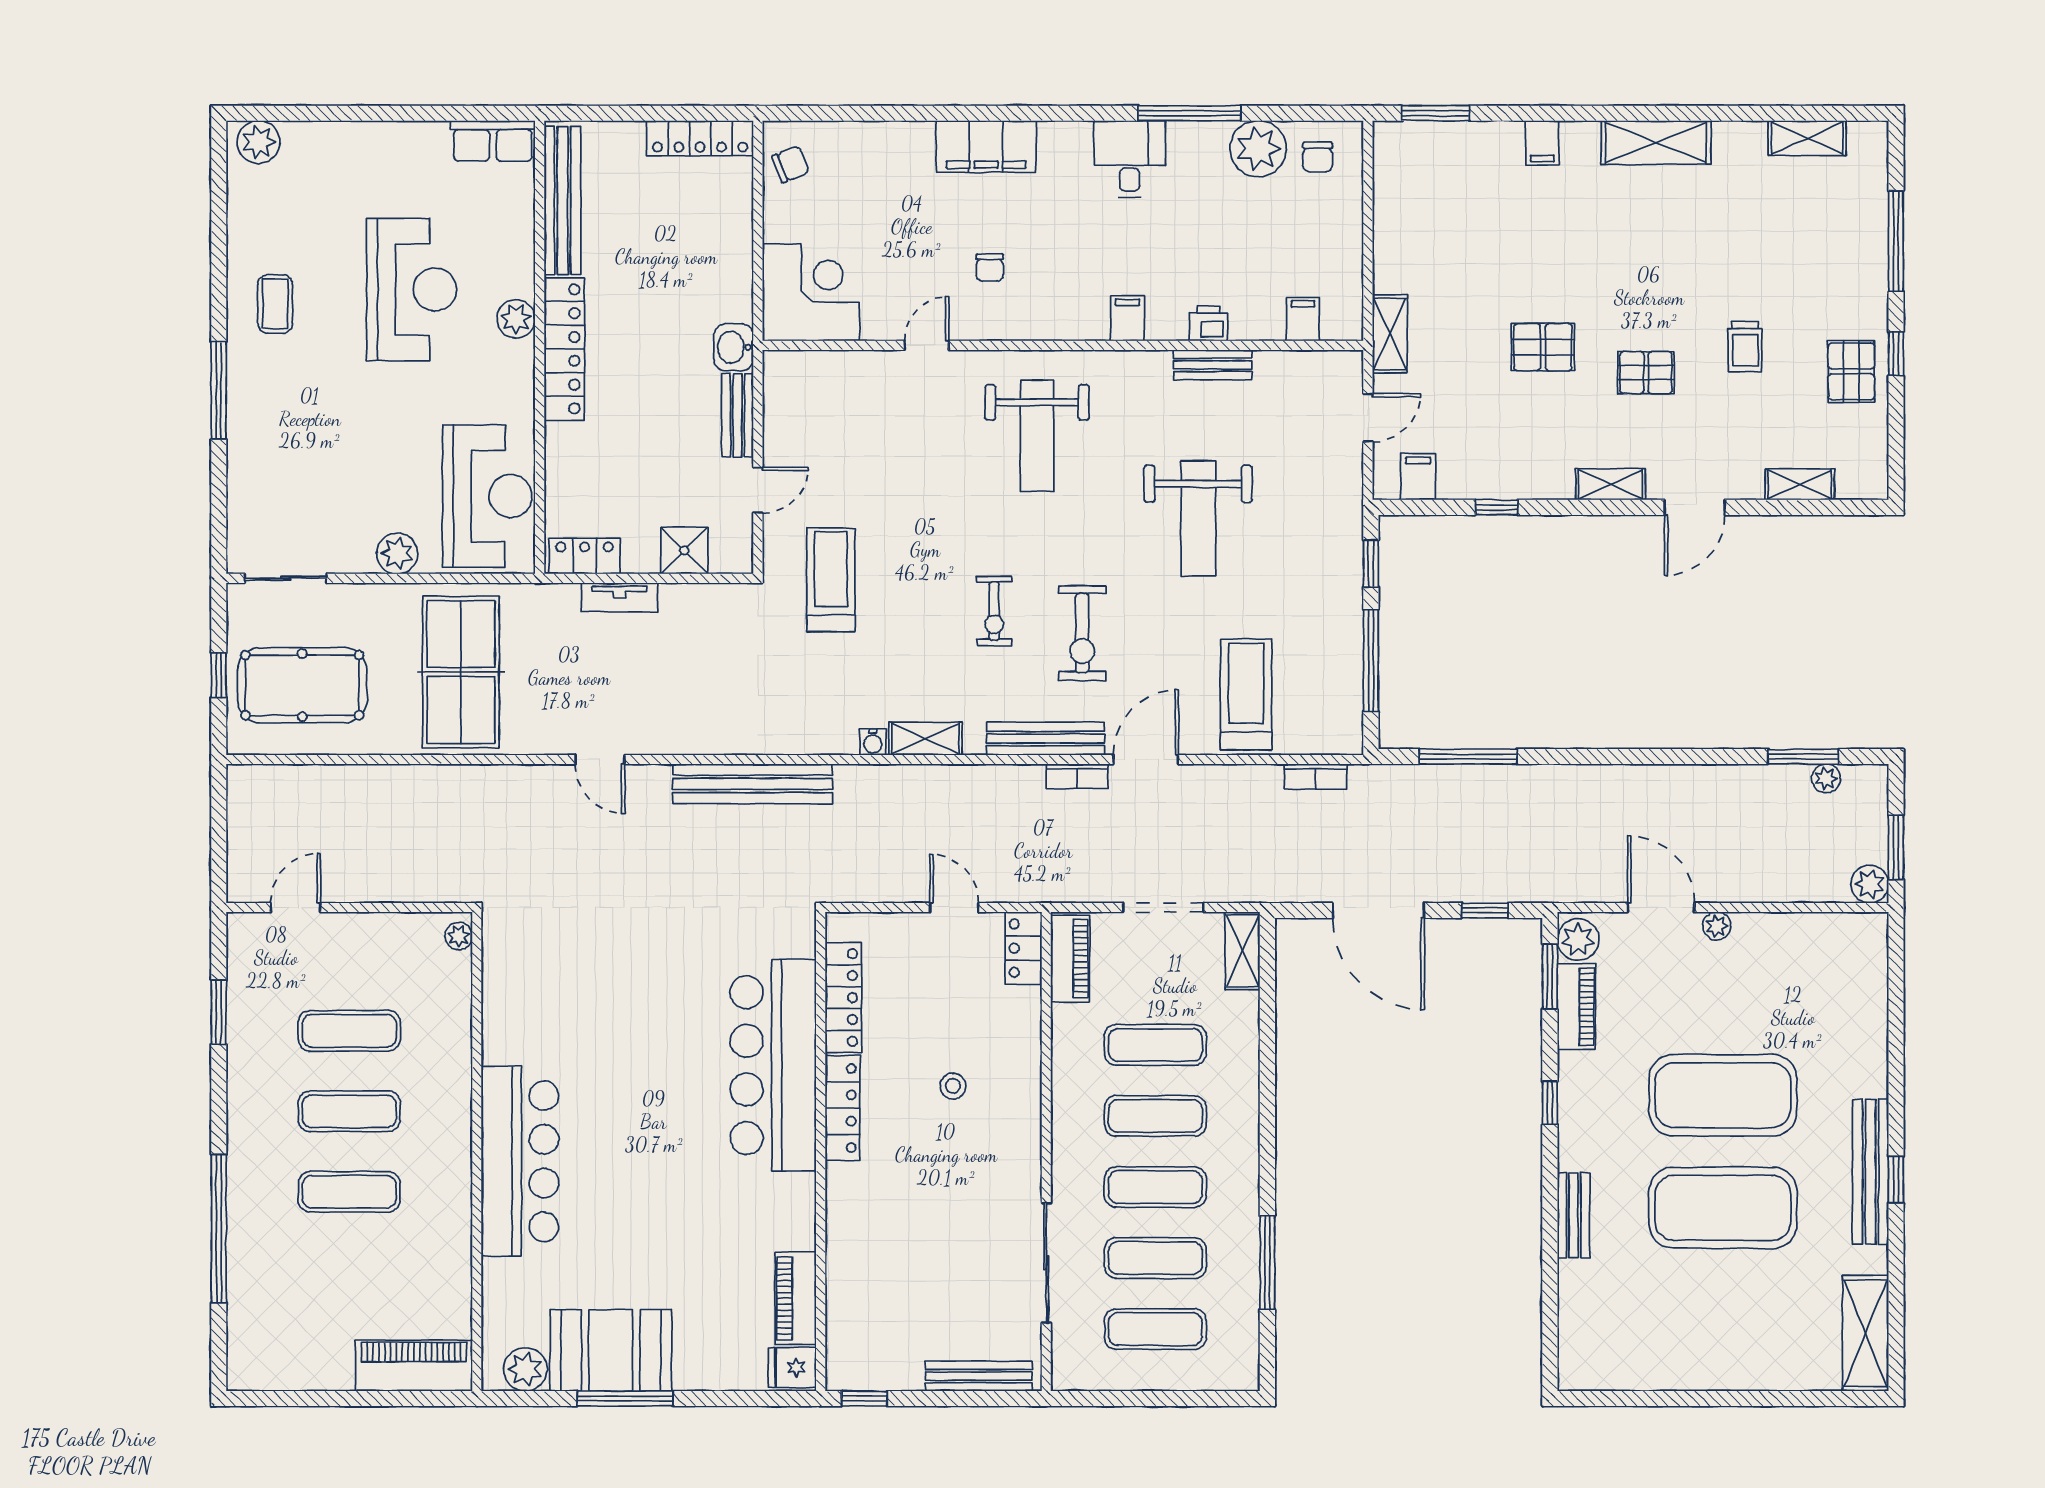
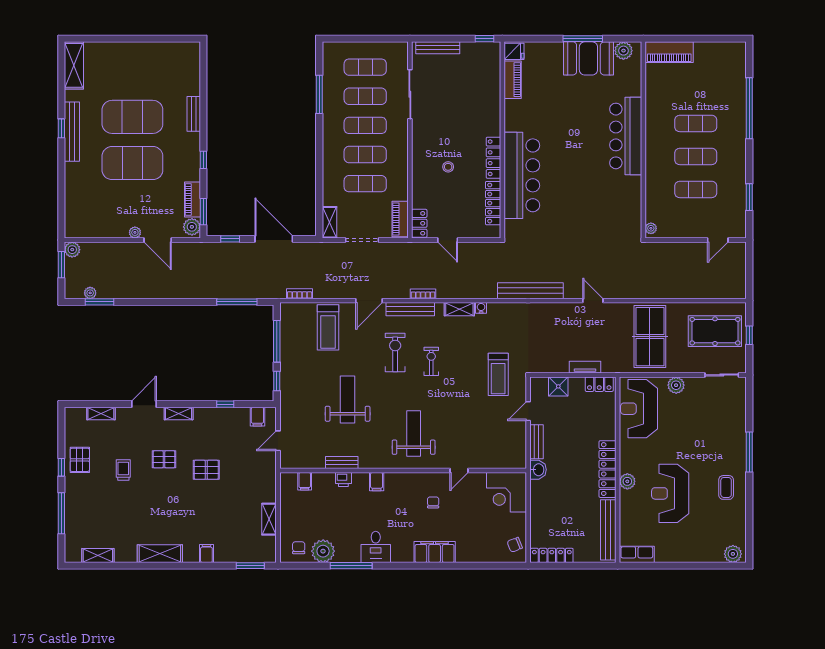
shelving: (1390, 334) -> (269, 519), moved
bookcase: (1077, 776) -> (423, 294), moved

